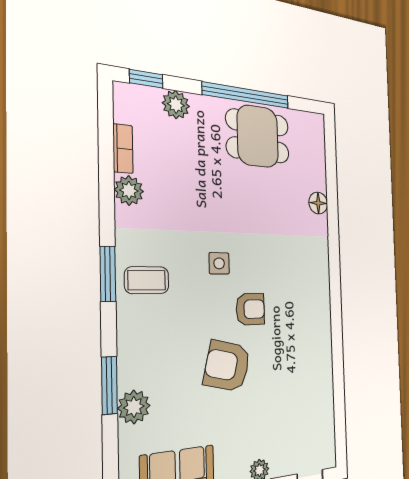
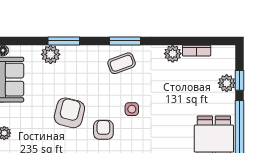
window: (146, 79) -> (239, 80), moved
coffee table: (147, 280) -> (122, 63), turned 70
armchair: (250, 309) -> (103, 130), turned 180

